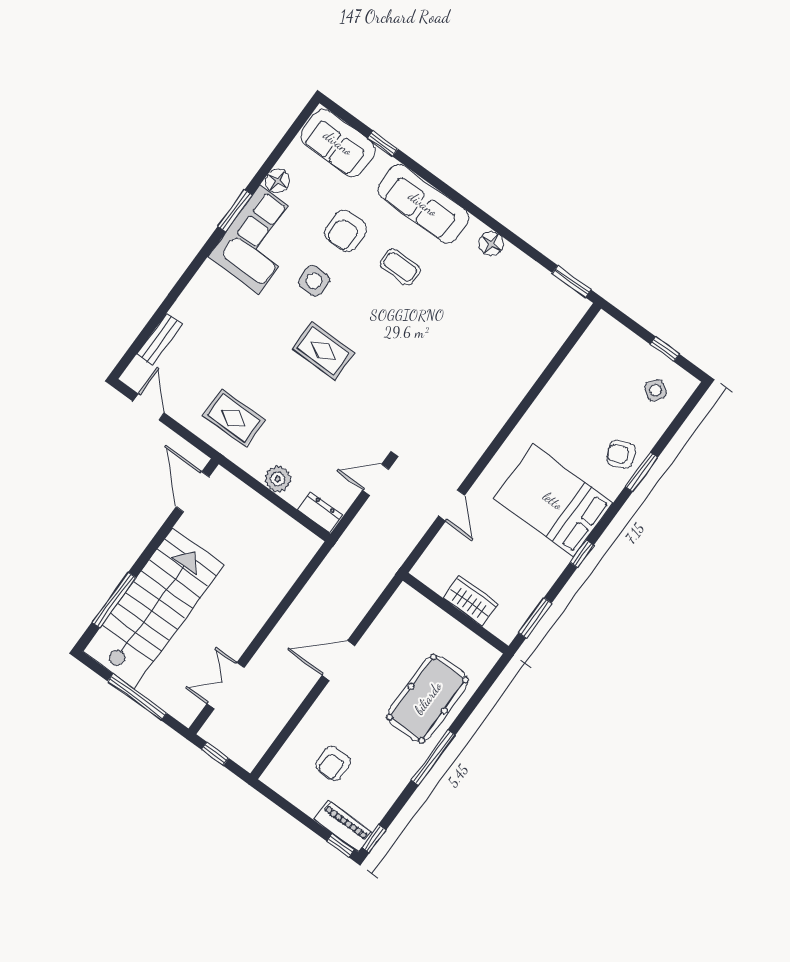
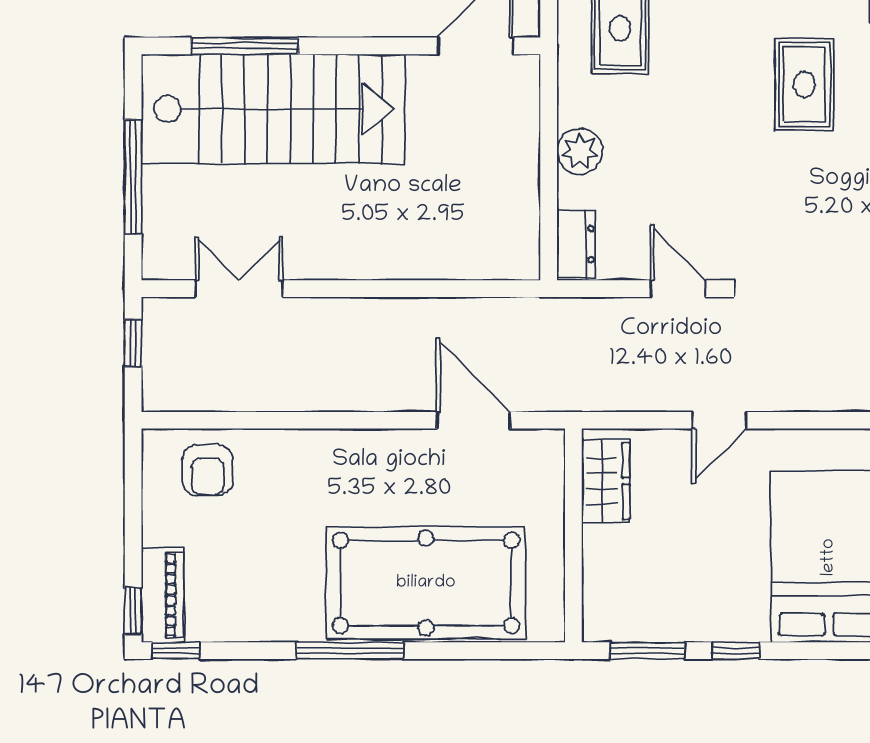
window: (582, 554) -> (736, 651), moved
wardrobe: (471, 601) -> (606, 481), moved
door: (338, 661) -> (473, 420), moved
pool table: (428, 698) -> (426, 583), width x1.36, depth x1.32
armchair: (333, 763) -> (208, 470), moved, turned -90

